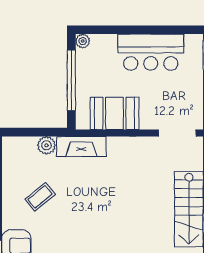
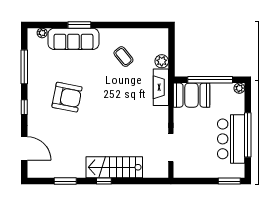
window: (145, 30) -> (248, 135), added
booth: (115, 113) -> (192, 95), moved, turned 90
doorway: (177, 133) -> (171, 148), moved

